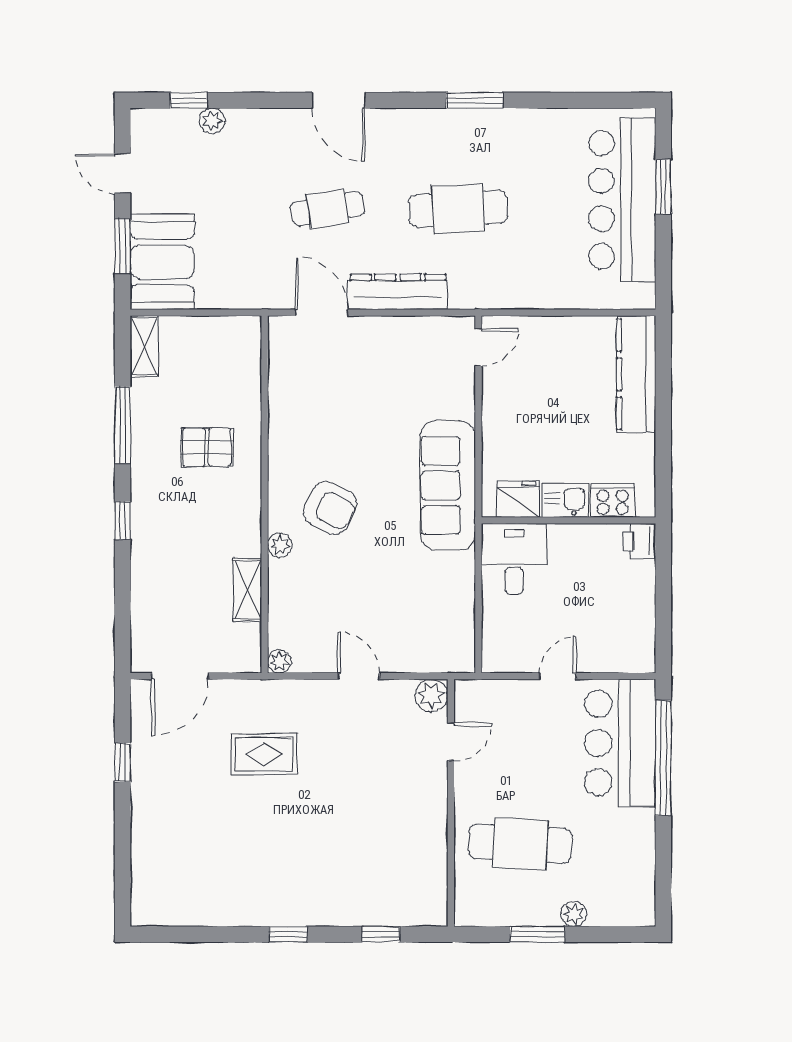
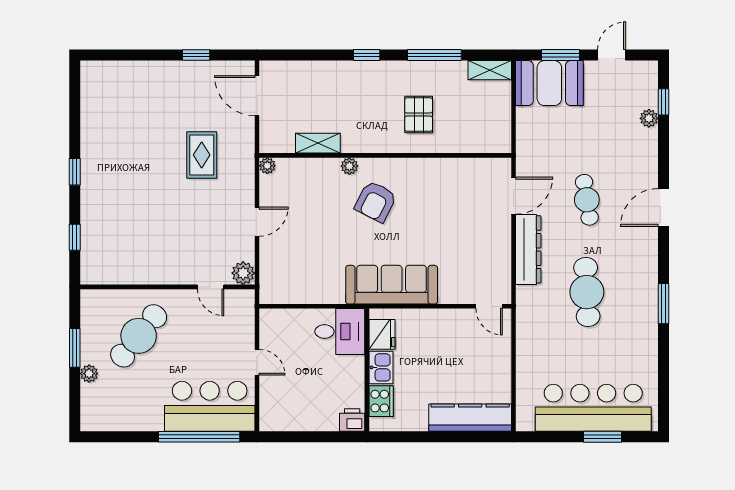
cafe table: (520, 844) -> (139, 336), turned 36

